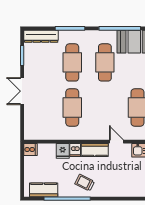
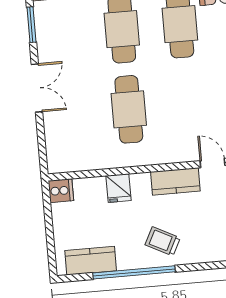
double door: (22, 91) -> (37, 88), swing flipped
dishwasher: (75, 150) -> (141, 185), removed

